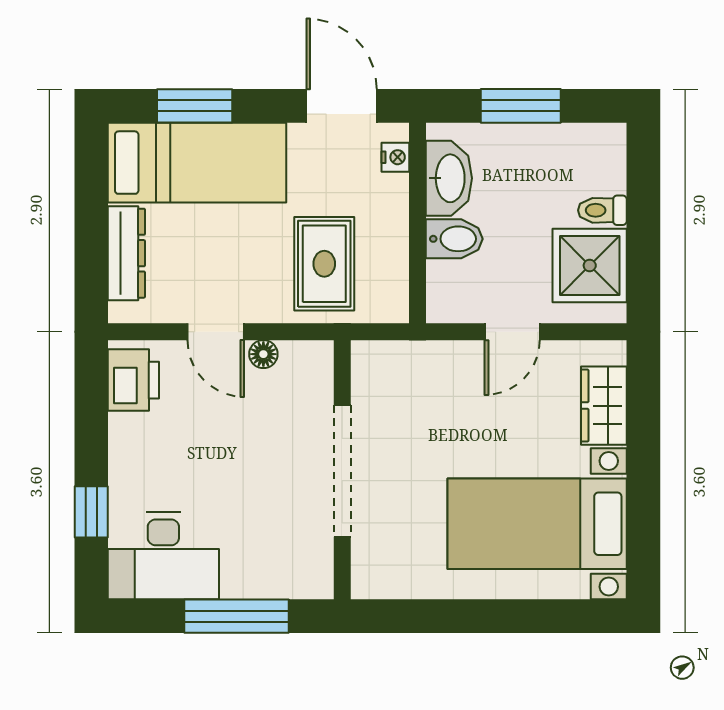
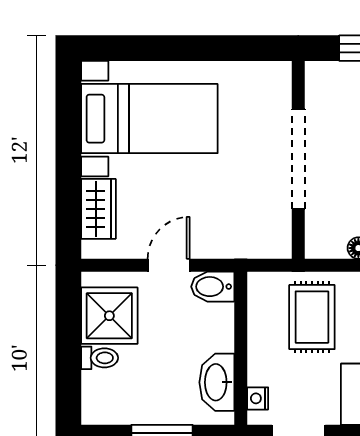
bidet: (454, 239) -> (213, 287), moved

